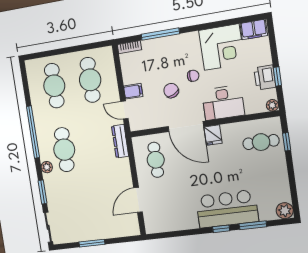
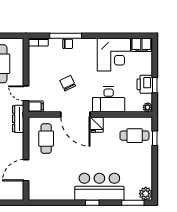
chair: (193, 76) -> (68, 44), moved
filing cabinet: (133, 91) -> (36, 107), moved
window: (253, 225) -> (133, 203), moved

